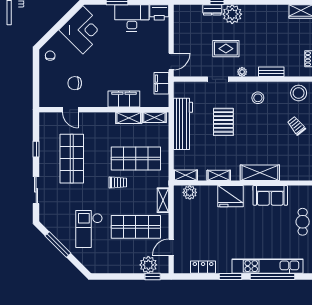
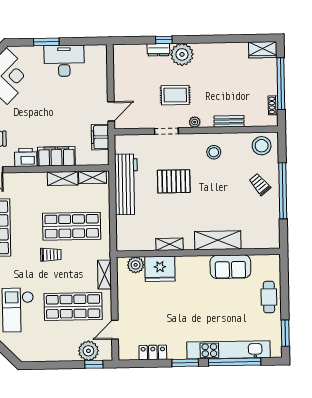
printer: (159, 12) -> (26, 157), moved, turned 180
pallet: (223, 122) -> (174, 181), turned 90
shelving: (185, 175) -> (130, 245), removed
fridge: (230, 196) -> (160, 269), moved

